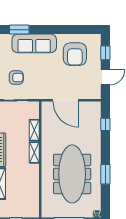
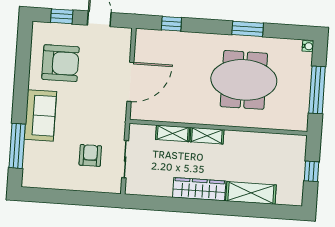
window: (19, 30) -> (17, 146), width x1.44
sofa: (34, 43) -> (40, 115), width x0.73
meeting table: (72, 174) -> (244, 80), width x0.73

